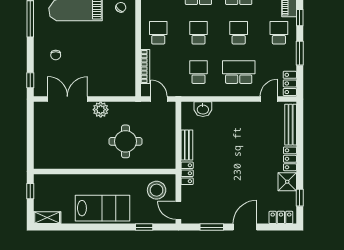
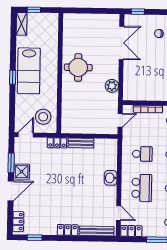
washbasin: (203, 109) -> (111, 178), moved
plant: (101, 110) -> (112, 86), moved
round table: (126, 141) -> (78, 67), moved
shower: (287, 182) -> (22, 172), moved
window: (30, 191) -> (34, 10), moved
window: (144, 227) -> (13, 77), moved
door: (245, 227) -> (11, 191), hinge flipped

